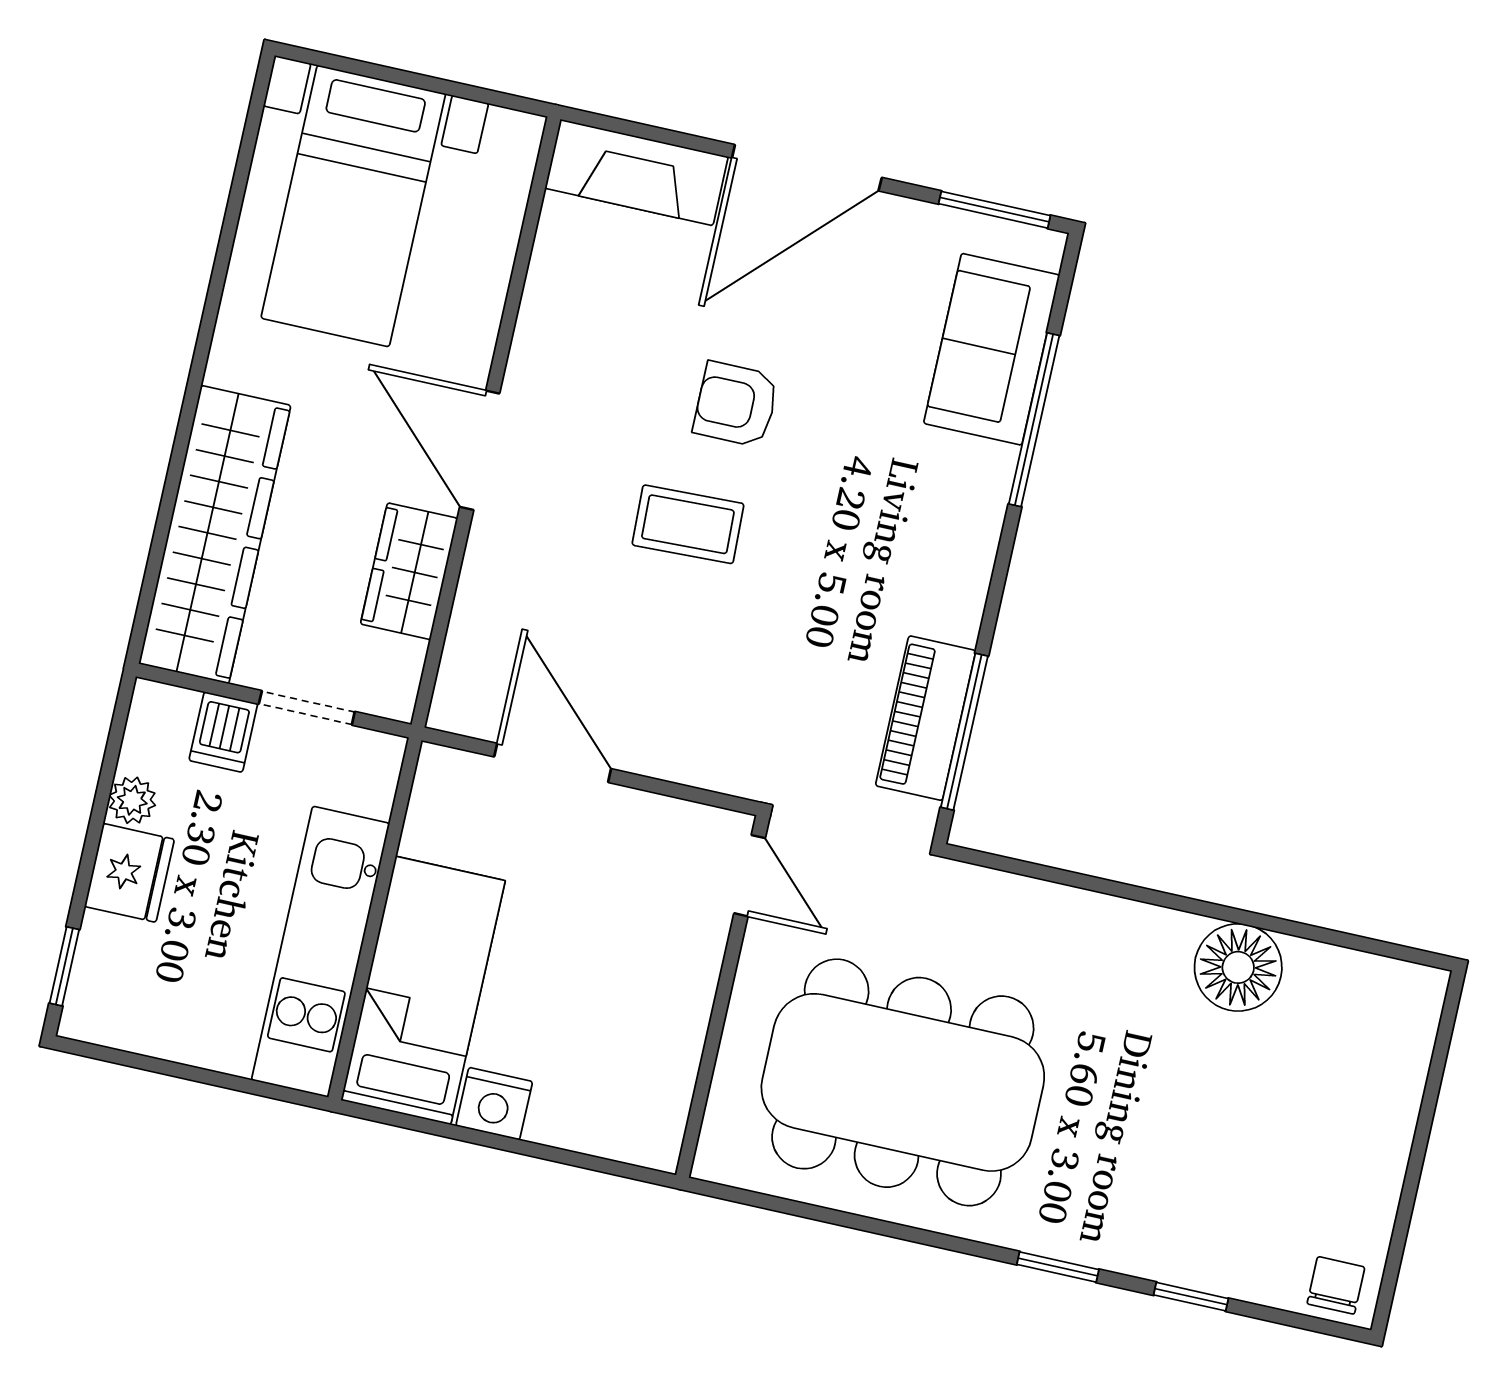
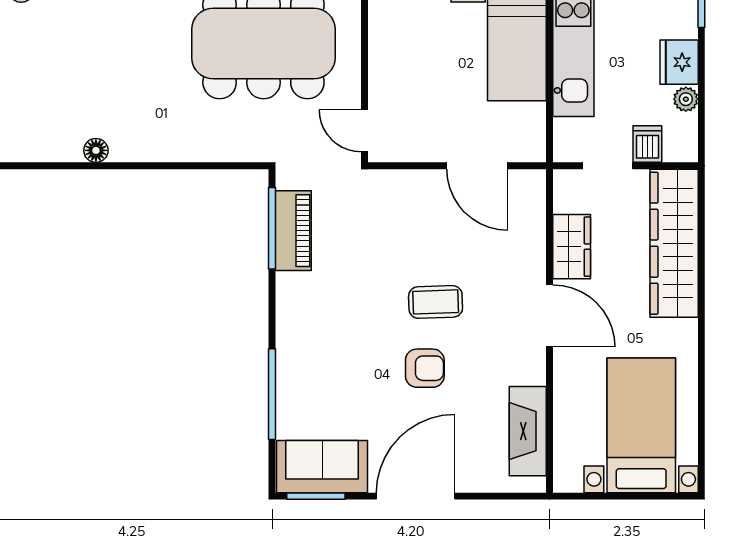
fireplace: (637, 172) -> (528, 431), moved, turned -90
sofa: (992, 349) -> (322, 467), moved, turned -90
floor lamp: (1238, 967) -> (96, 150), width x0.53, depth x0.53

